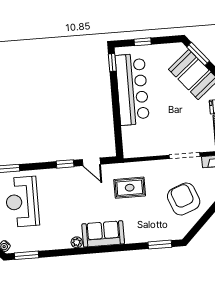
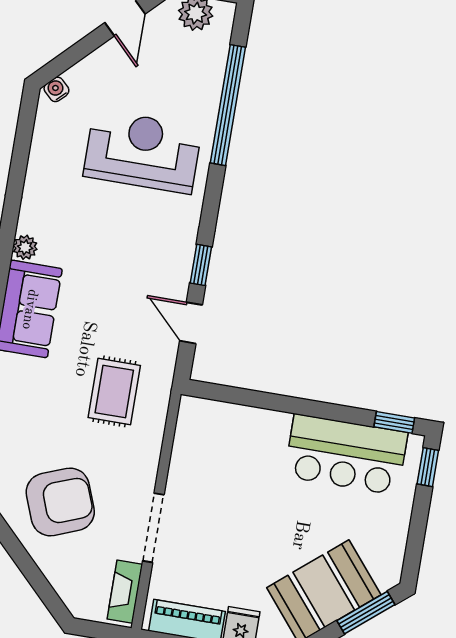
window: (143, 42) -> (428, 467), moved
bar counter: (132, 89) -> (346, 454), width x0.73
door: (91, 162) -> (191, 323), hinge flipped
window: (27, 255) -> (24, 132), removed

